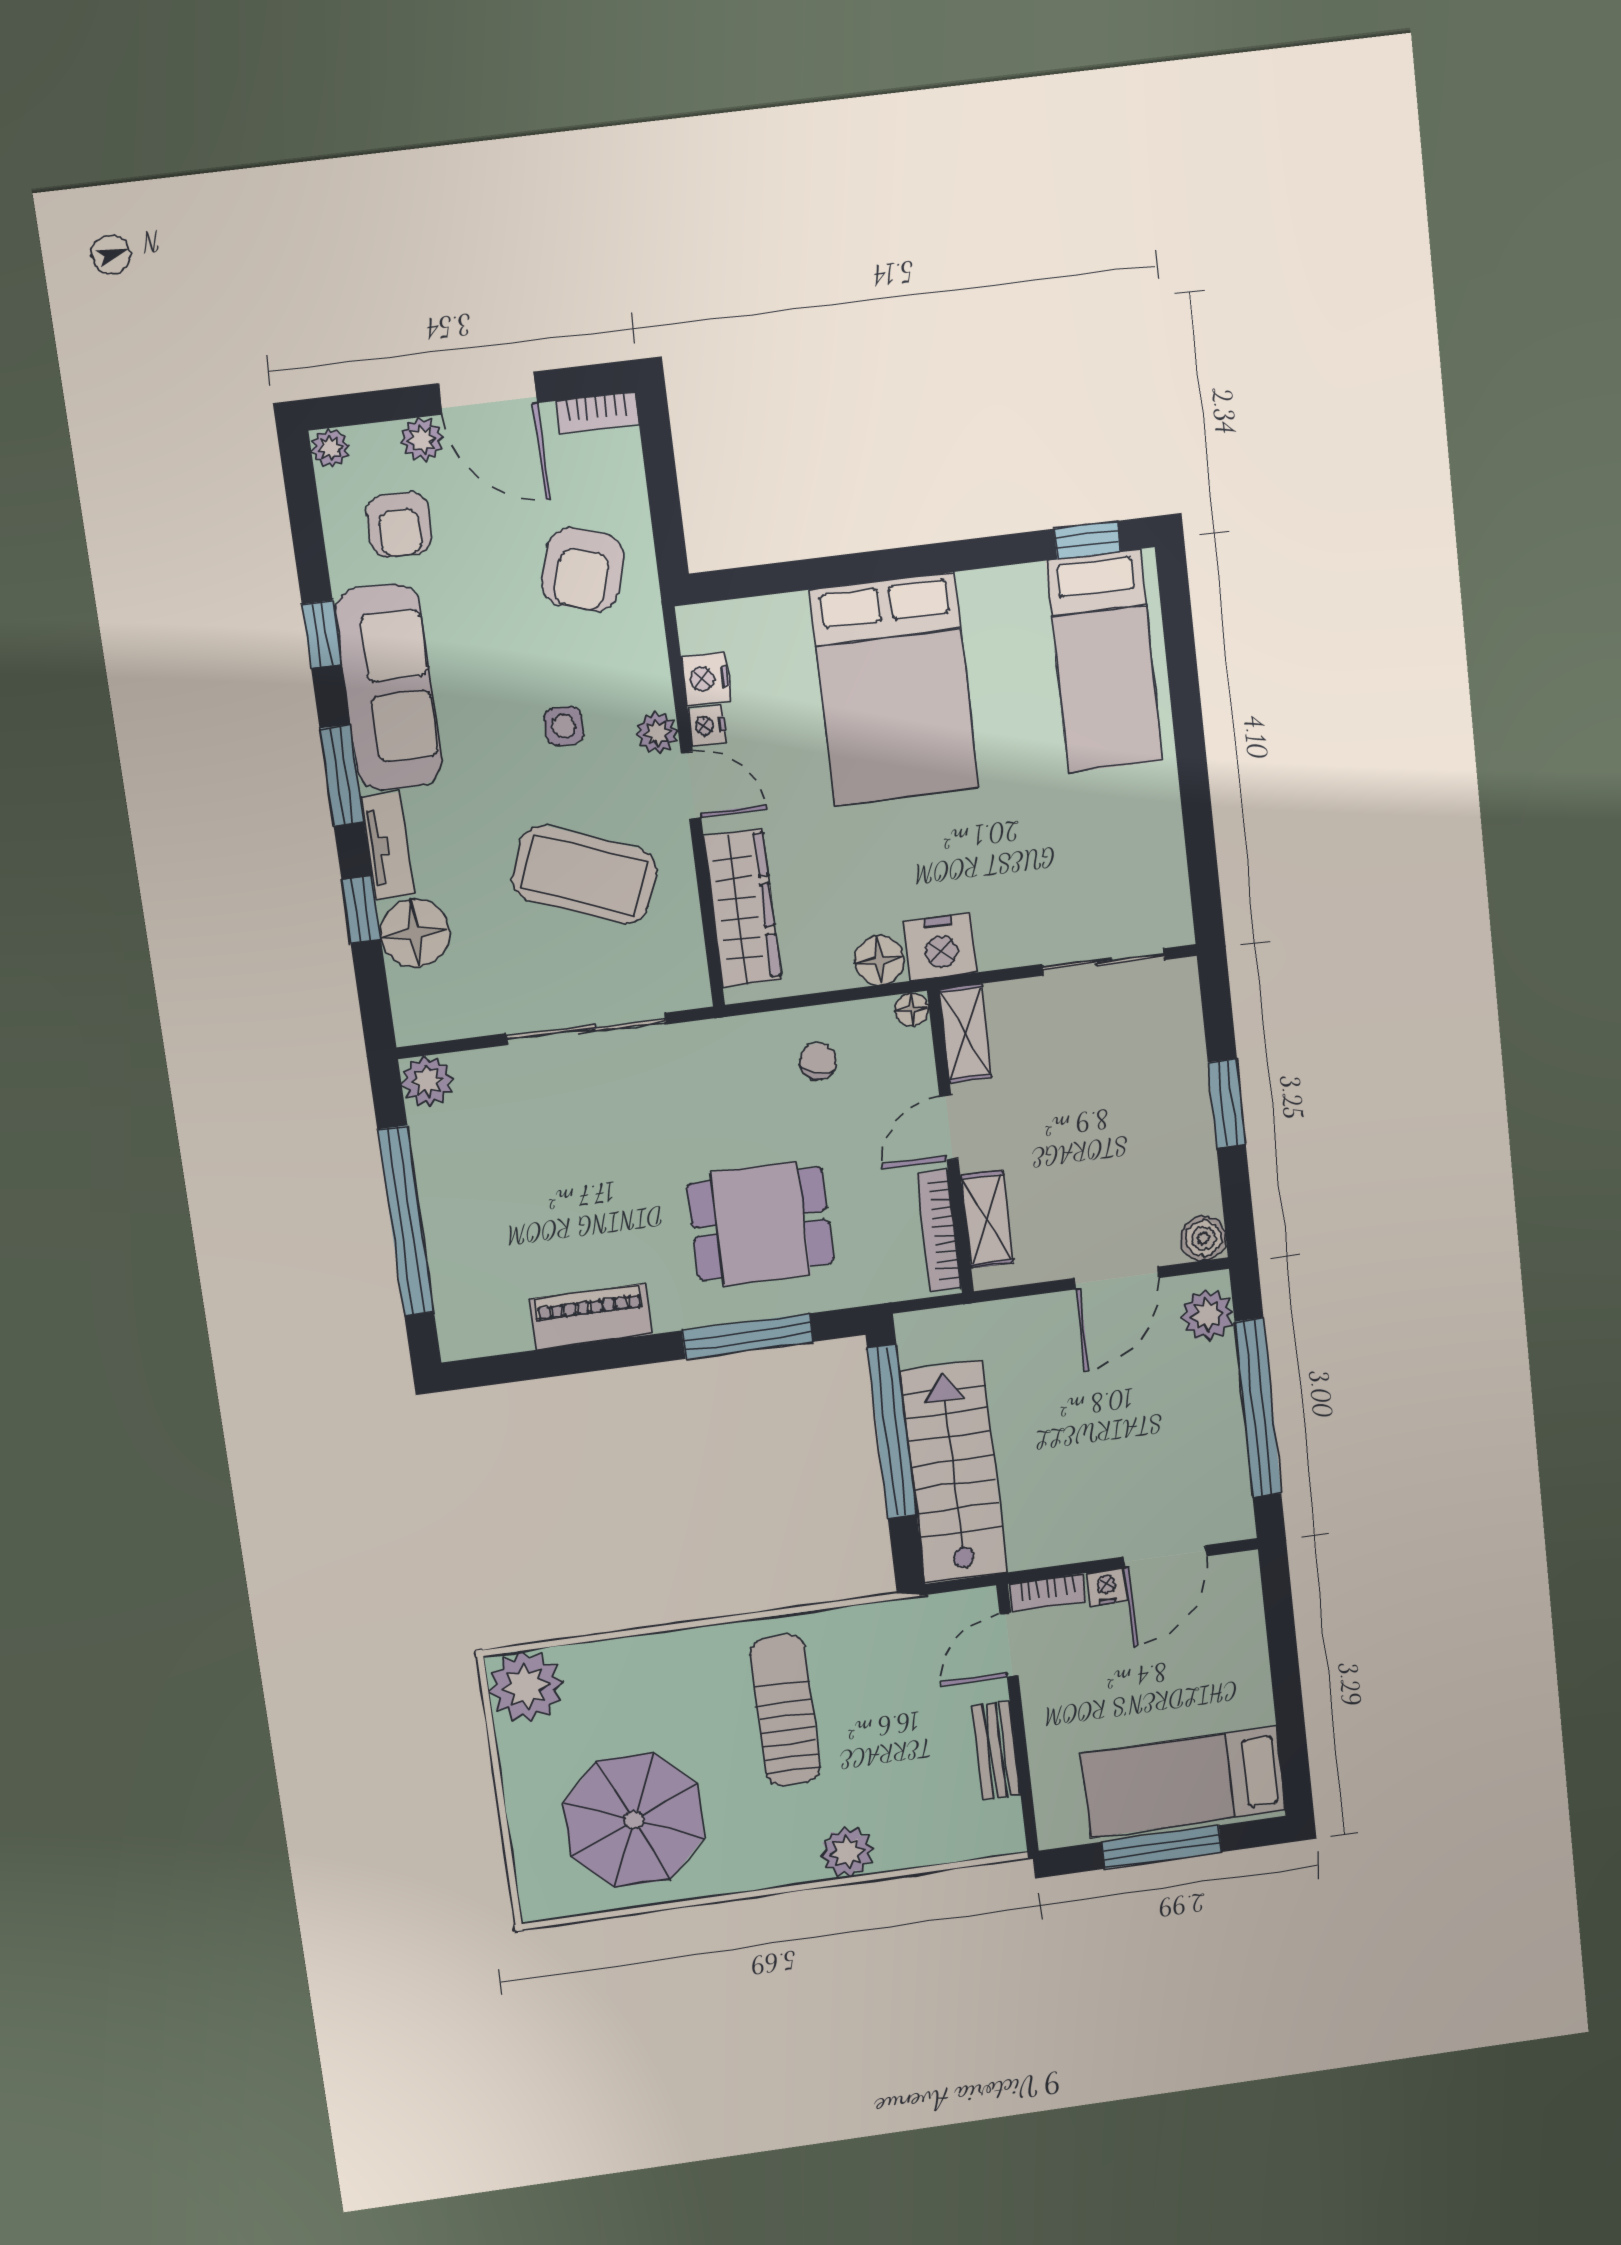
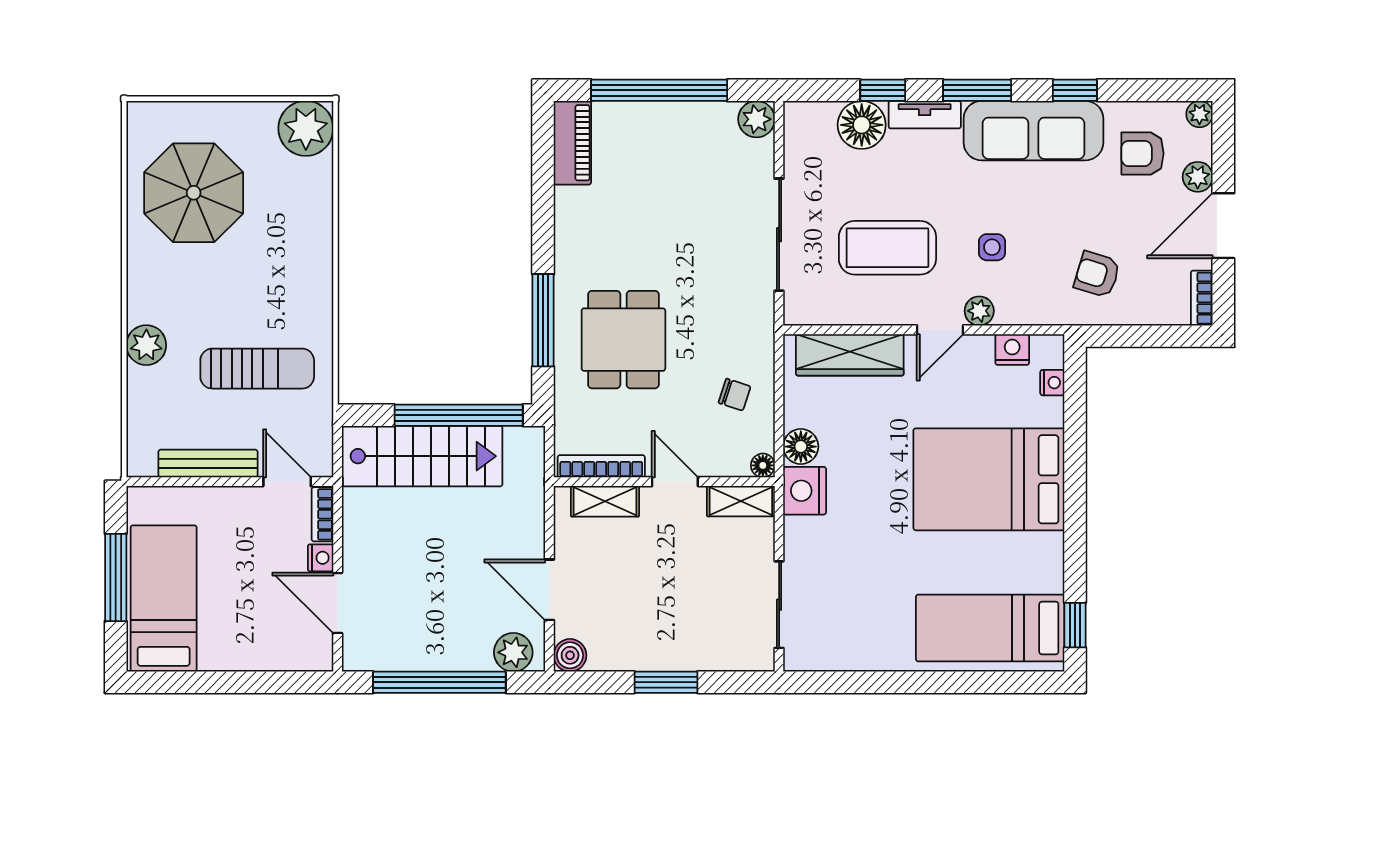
armchair: (583, 570) -> (1097, 274), width x0.72, depth x0.72
nightstand: (707, 726) -> (1052, 383), moved, turned 90
coffee table: (584, 875) -> (887, 248), turned 69
piano: (591, 1317) -> (572, 143), moved
sun lounger: (785, 1710) -> (257, 369), moved
bench: (997, 1750) -> (208, 464), width x1.36

